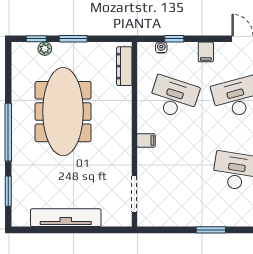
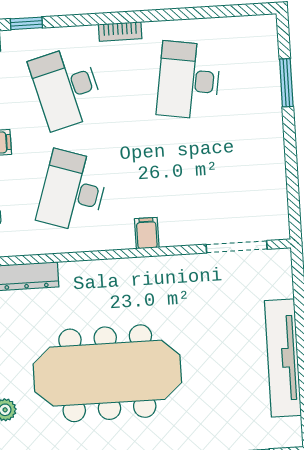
window: (211, 230) -> (286, 83), moved

